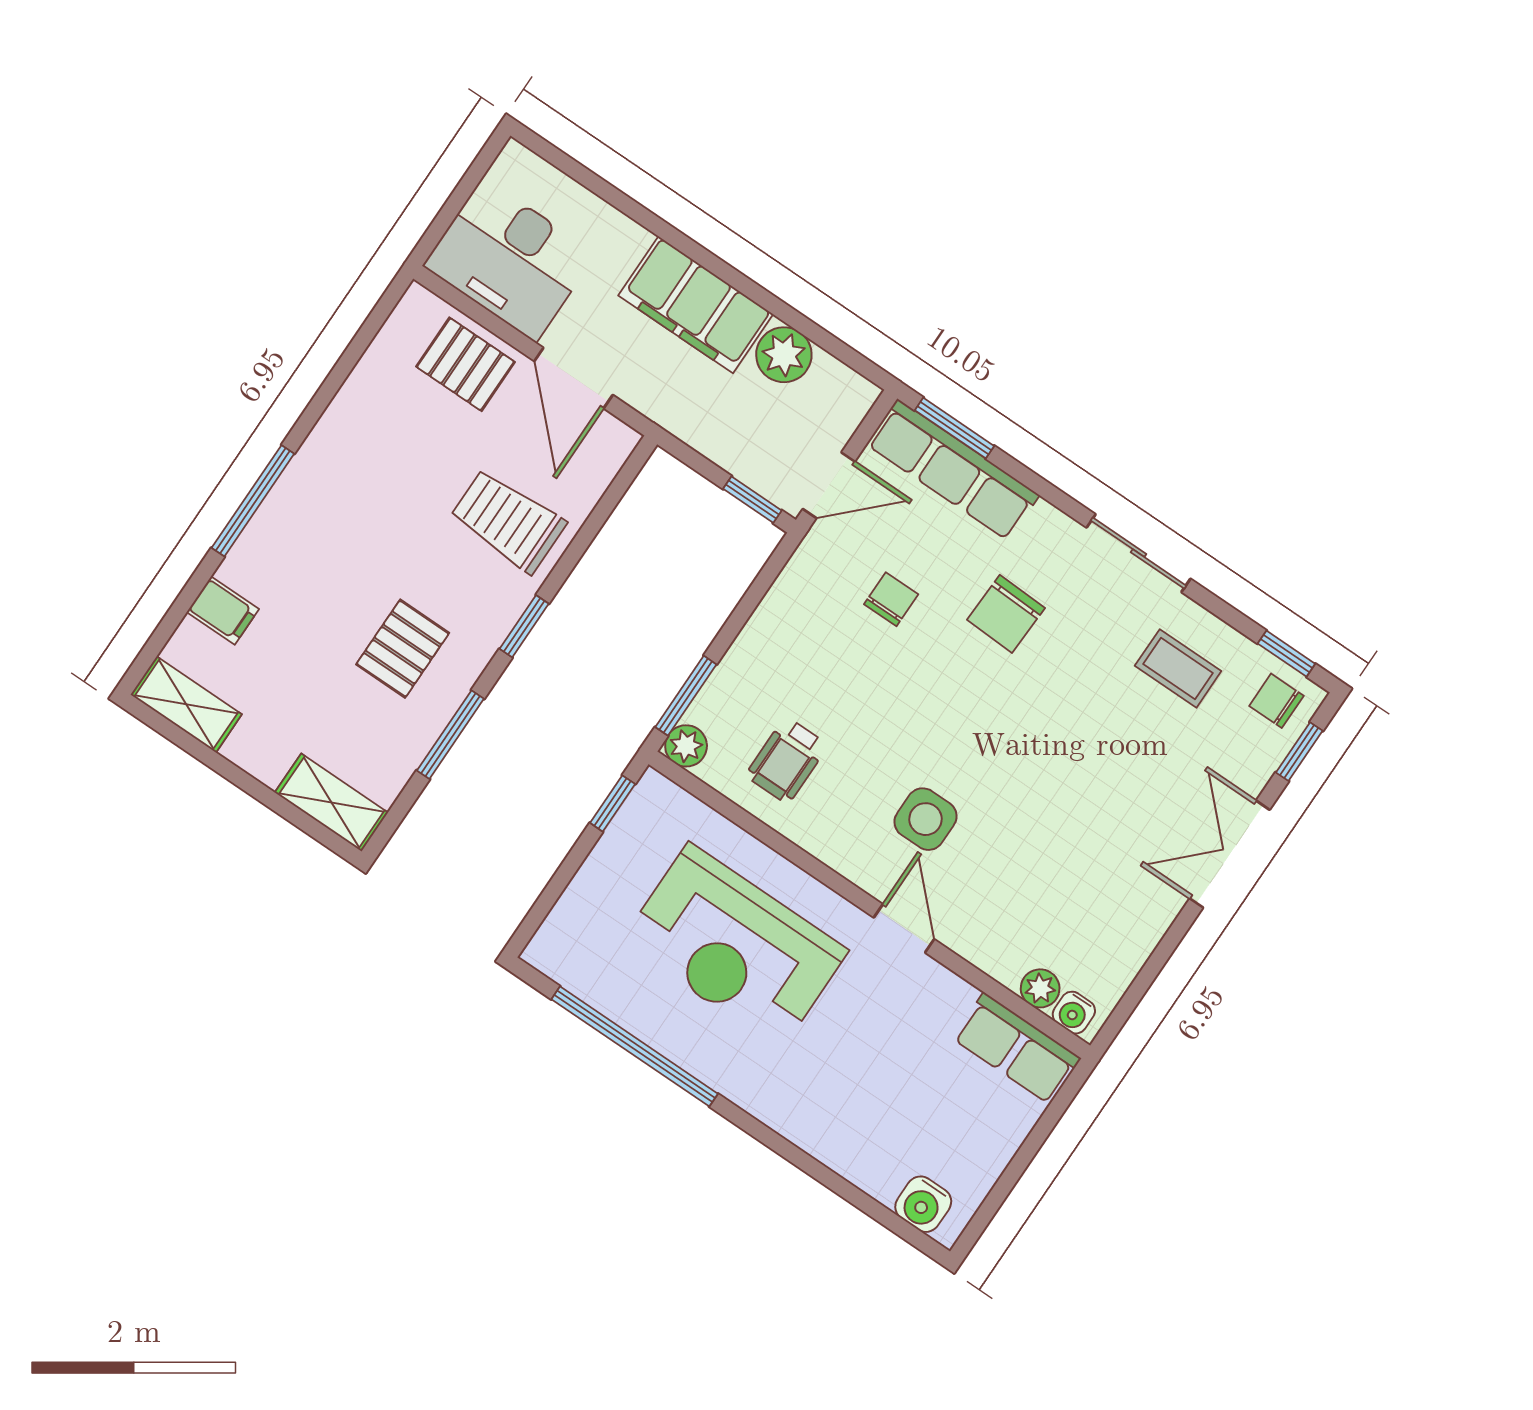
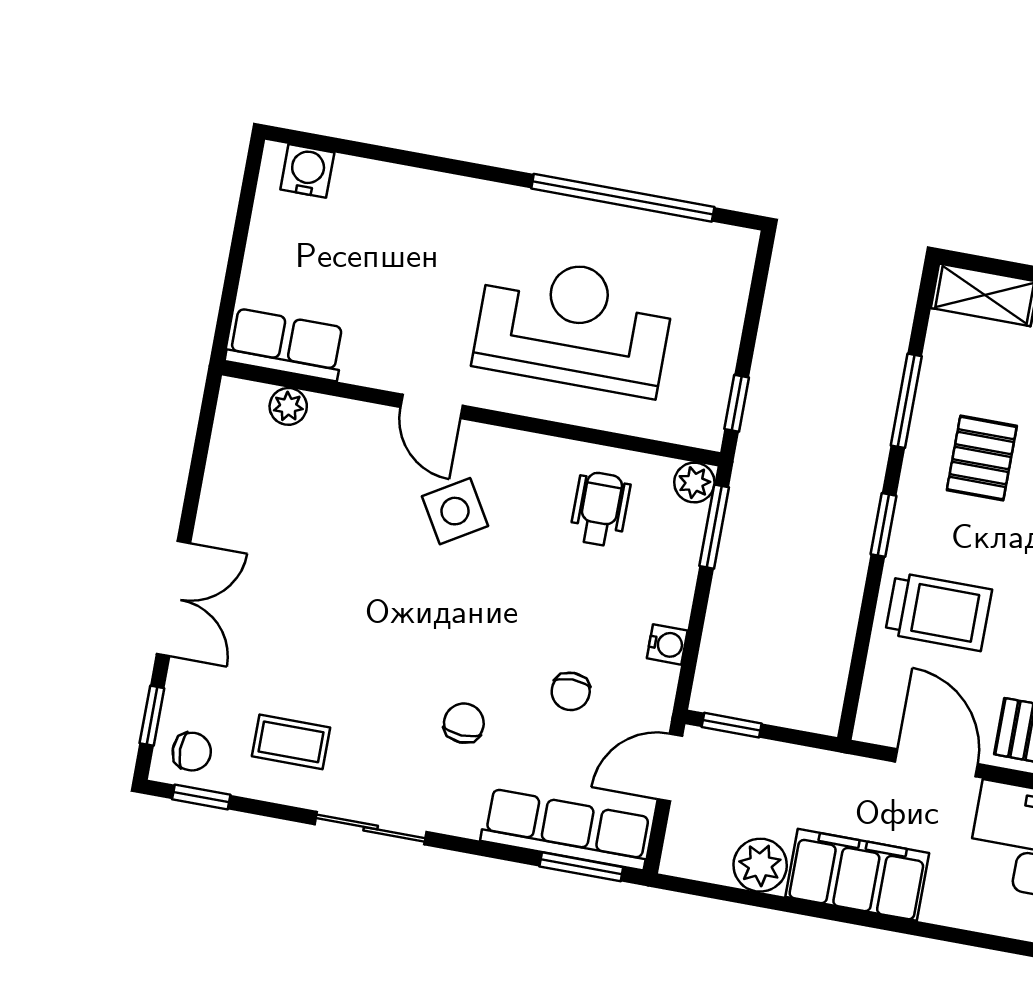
chair: (1006, 614) -> (464, 723), width x0.73, depth x0.73
side table: (926, 819) -> (455, 511), turned -31
water cooler: (1074, 1013) -> (667, 644), moved, turned 90

